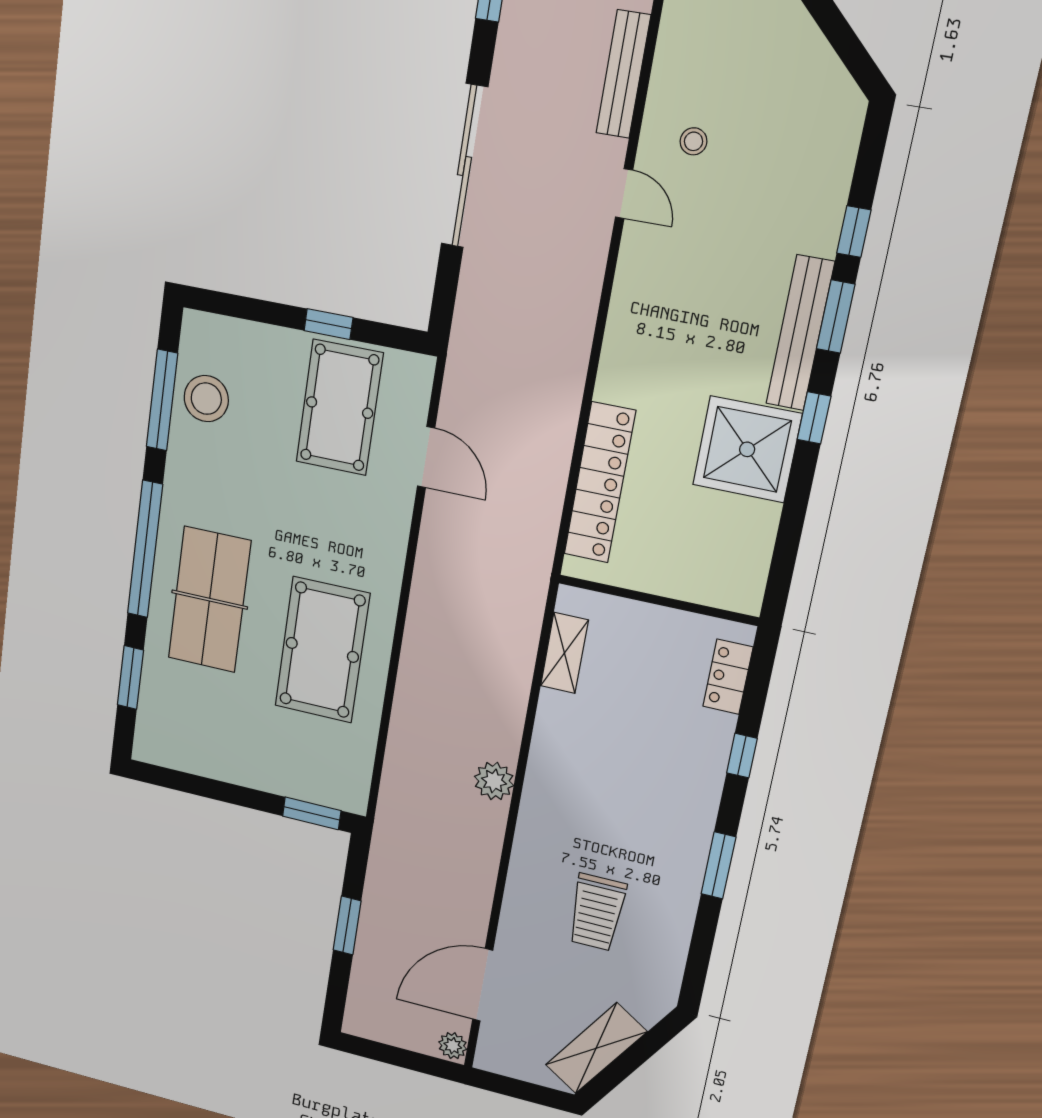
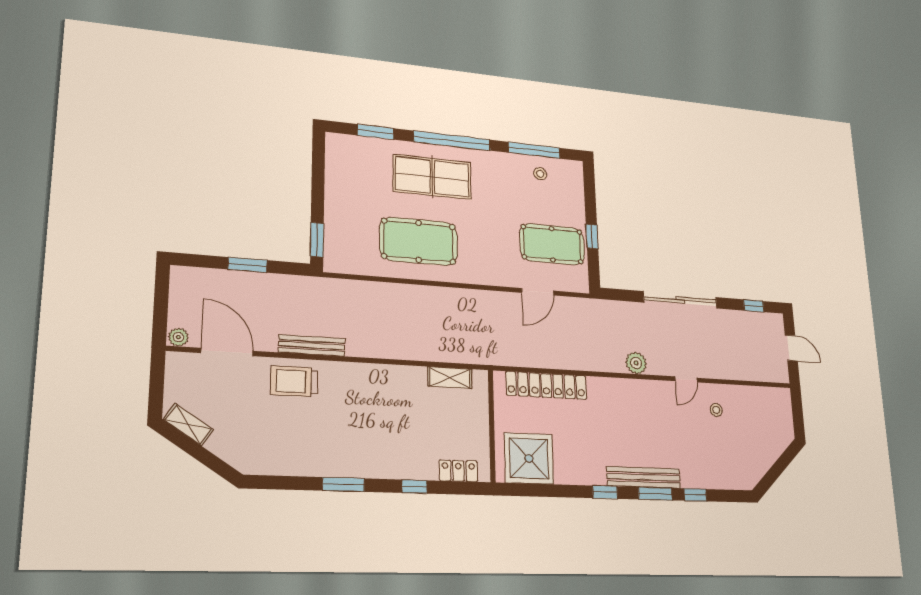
bench: (623, 74) -> (312, 346), moved
stool: (206, 399) -> (540, 174), width x0.53, depth x0.53
shower: (747, 449) -> (529, 458), moved
plant: (494, 781) -> (636, 363), moved
trolley: (597, 912) -> (294, 381), moved
shelving: (596, 1048) -> (188, 424), width x0.67, depth x0.75

